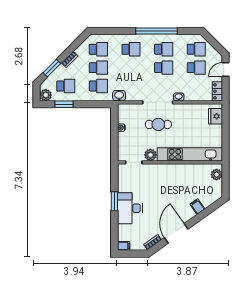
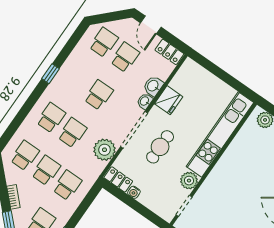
window: (156, 31) -> (51, 74), width x0.32
school desk: (164, 49) -> (72, 133), moved
plant: (134, 93) -> (105, 150), added
washbasin: (119, 96) -> (153, 86), moved
locker: (122, 113) -> (118, 179), added
fridge: (215, 116) -> (169, 100), moved, turned -90

